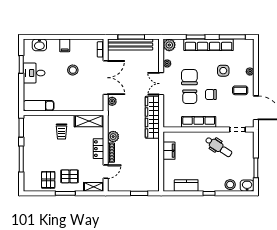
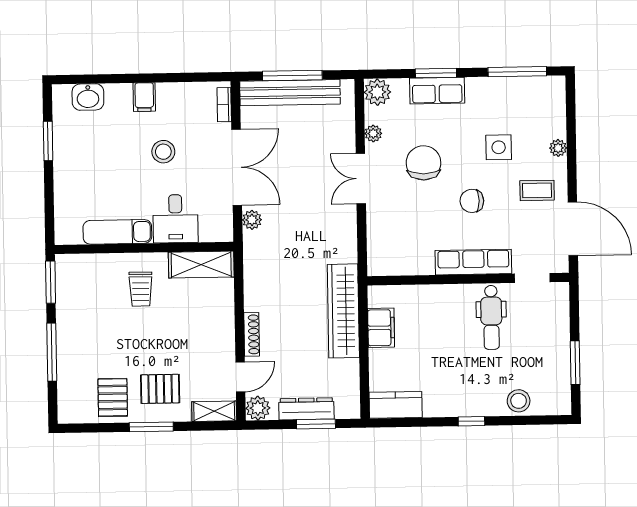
row of seats: (209, 45) -> (437, 91), width x0.50
desk: (34, 73) -> (175, 219), moved, turned -90
chair: (190, 97) -> (425, 207), removed
exam couch: (39, 106) -> (117, 232), moved
wardrobe: (152, 117) -> (343, 311), moved
row of seats: (199, 122) -> (473, 262), moved
plant: (113, 137) -> (258, 408), moved
dental chair: (219, 147) -> (491, 317), turned 57
locker: (98, 149) -> (224, 326), removed
kitchen counter: (186, 185) -> (396, 405), moved
dresser: (135, 186) -> (306, 409), added
washbasin: (247, 186) -> (556, 402), removed

